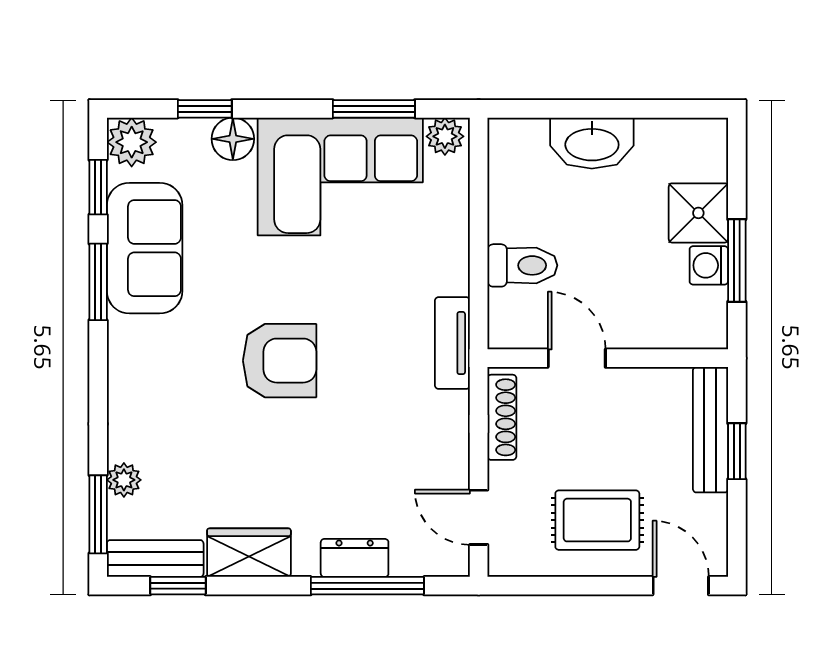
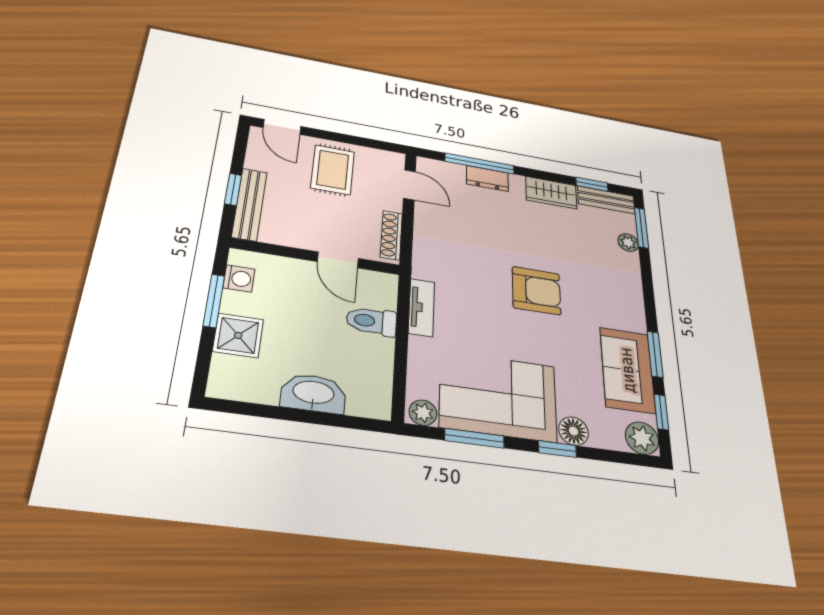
window: (205, 109) -> (557, 449), moved
washing machine: (709, 265) -> (239, 278), moved
tv unit: (452, 343) -> (422, 308), moved
armchair: (280, 361) -> (536, 291), turned 180
rug: (597, 520) -> (333, 170), turned 90

